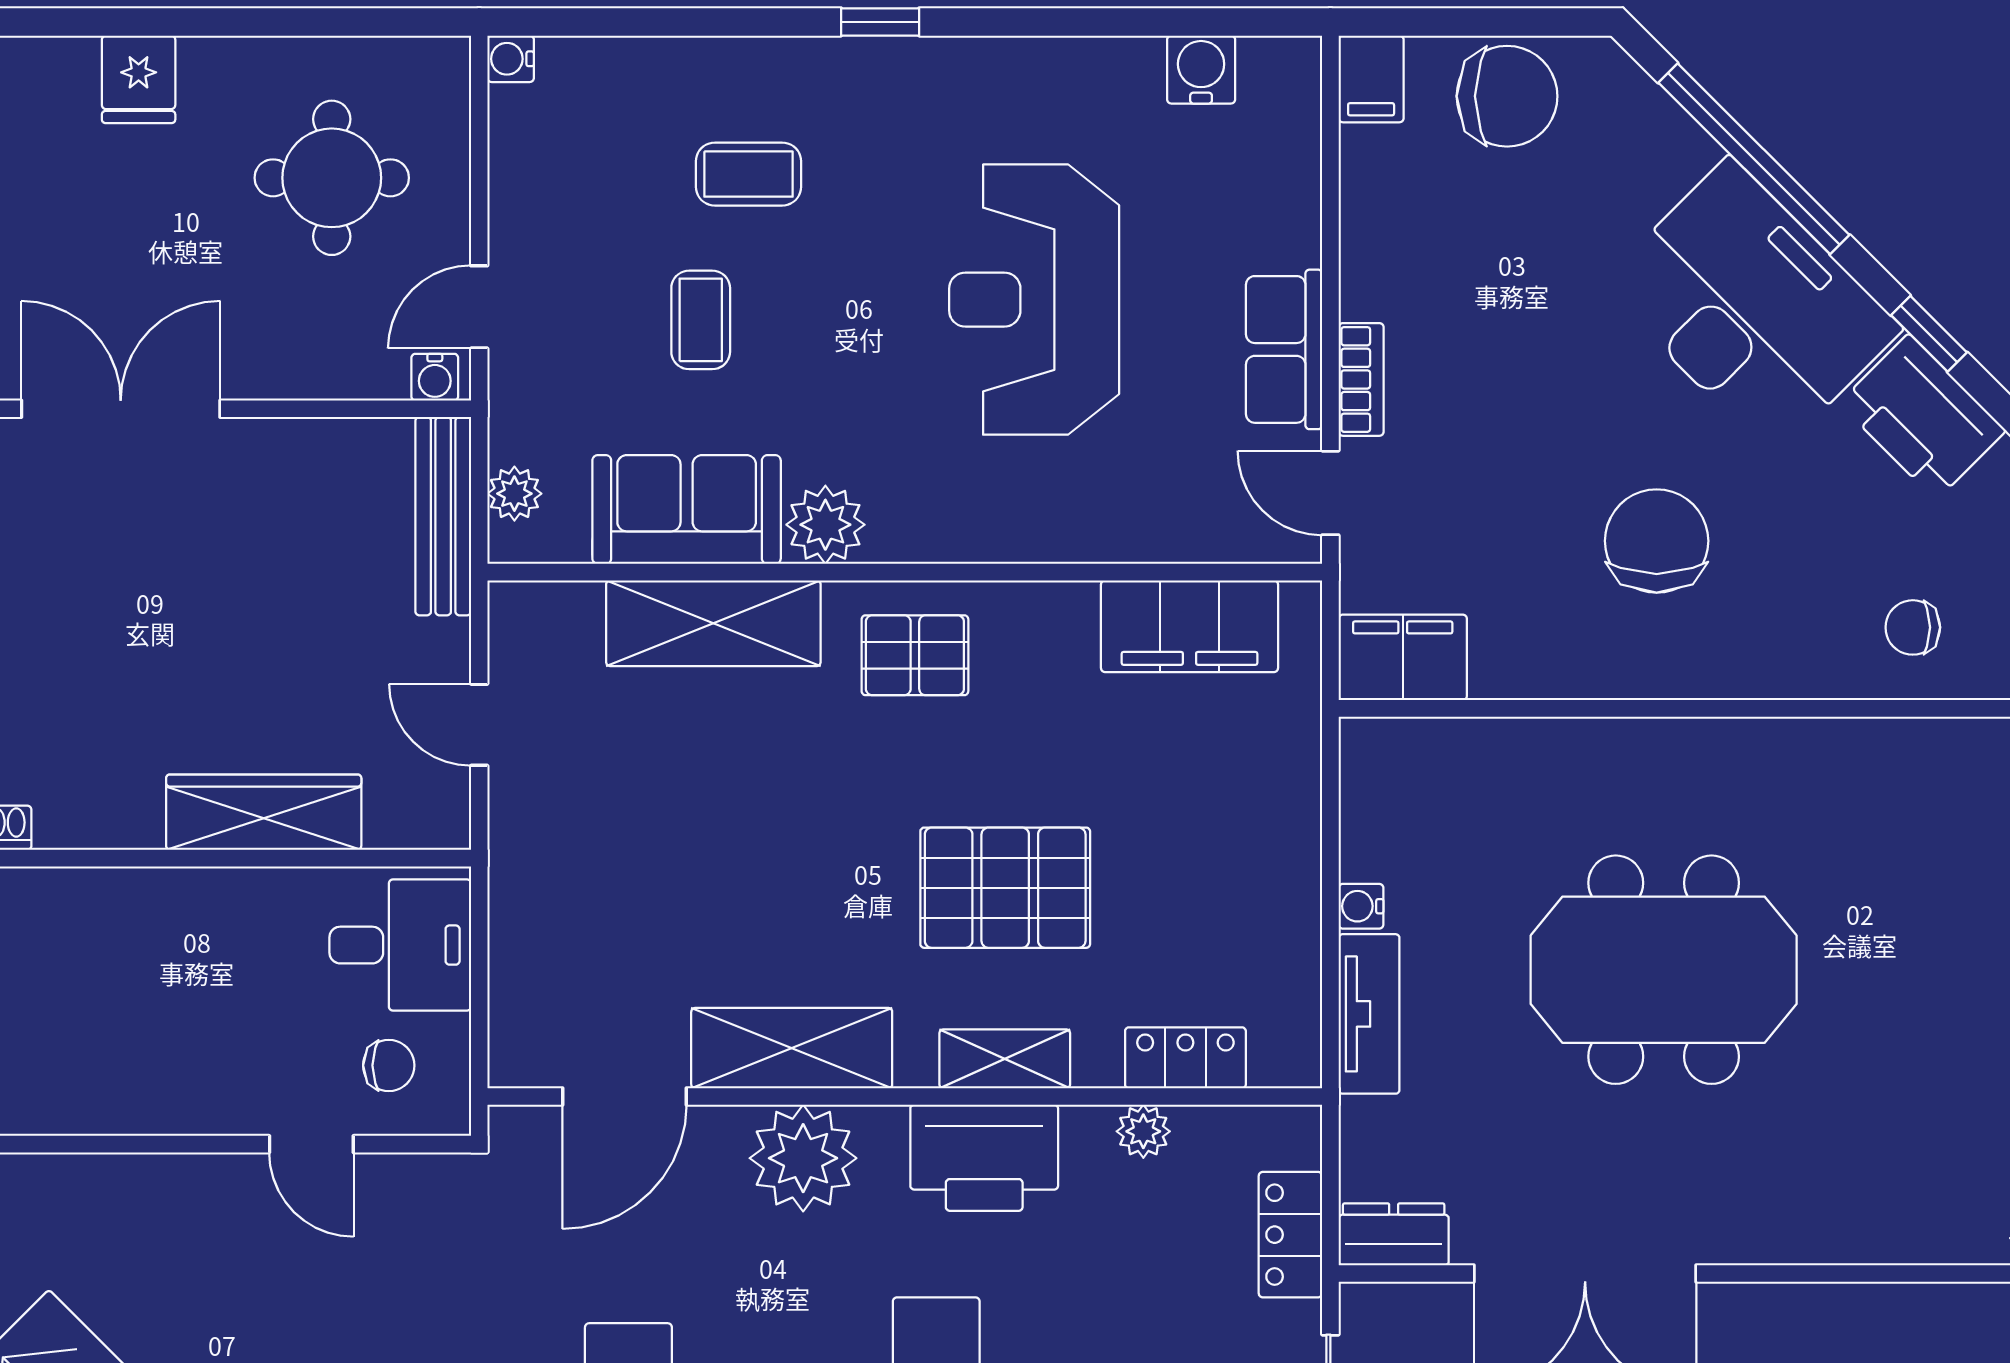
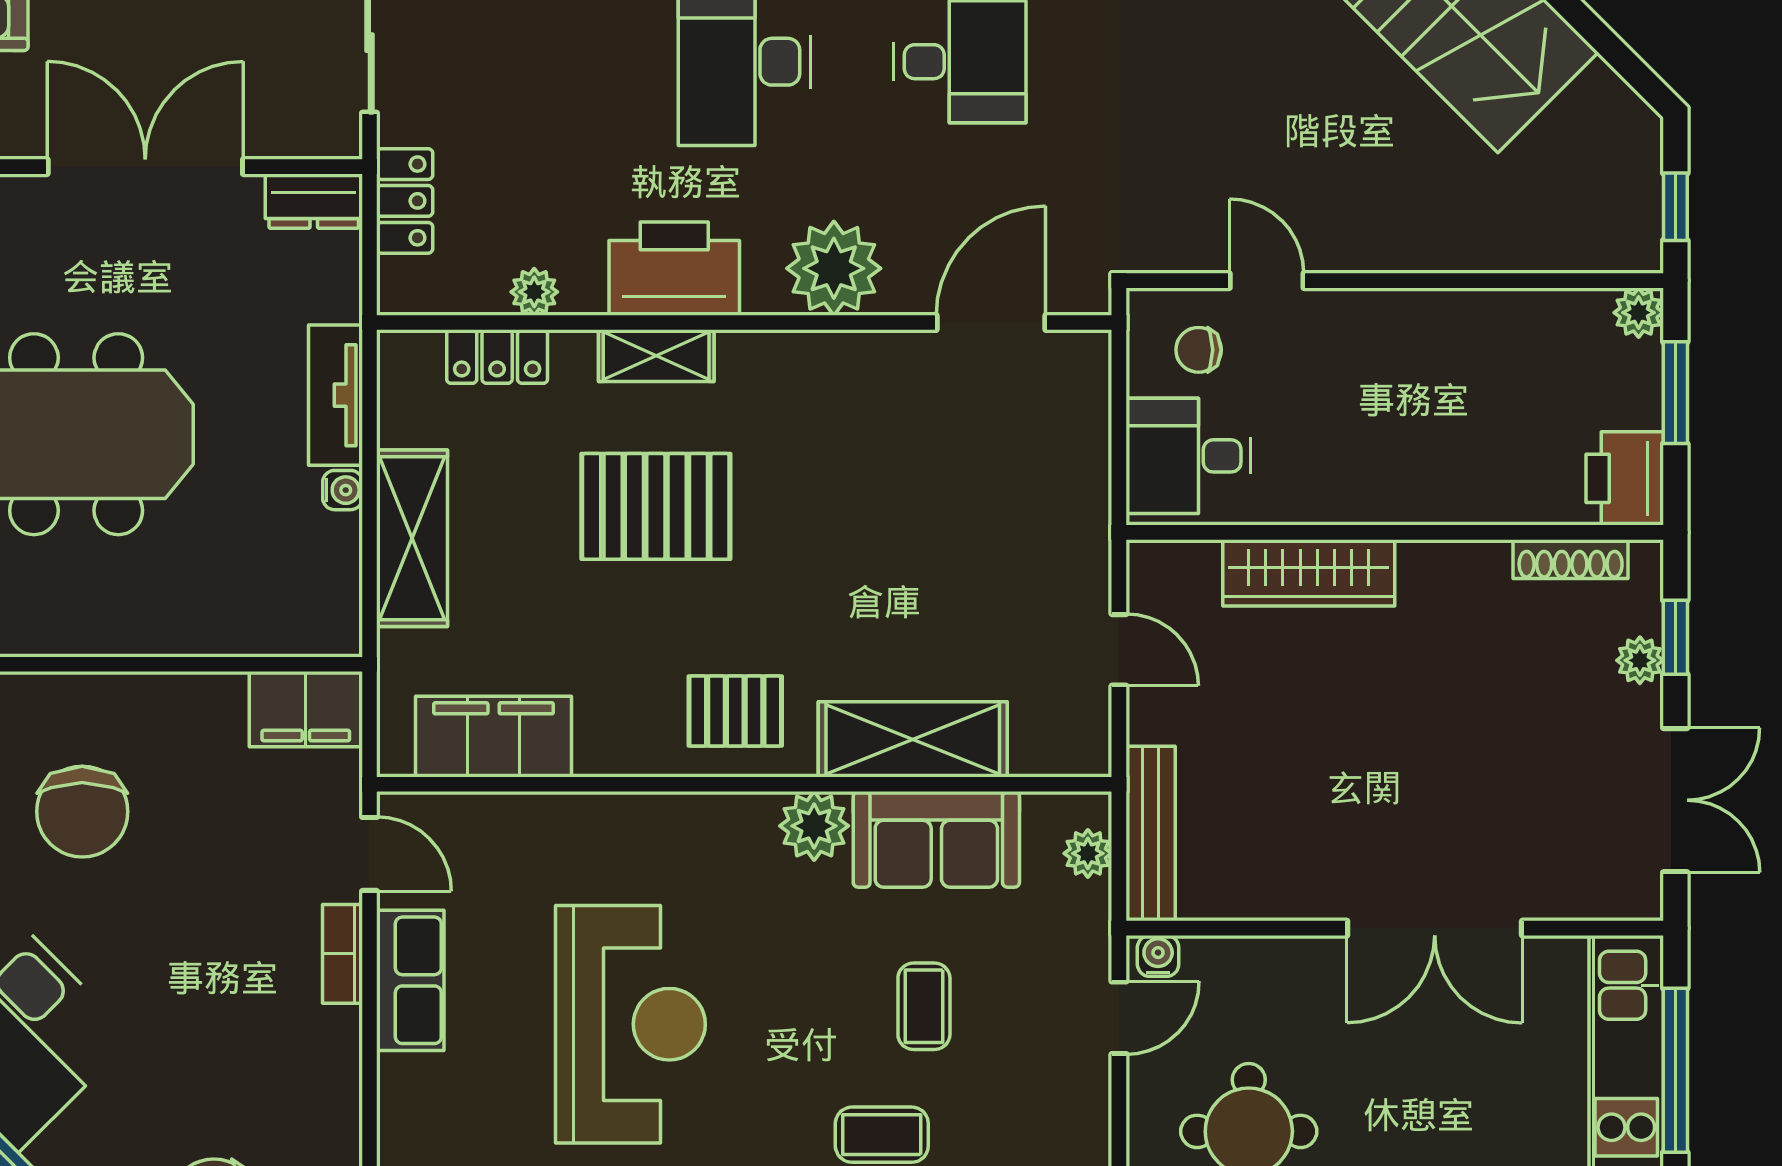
shelving: (792, 1048) -> (412, 538), moved, turned 90

